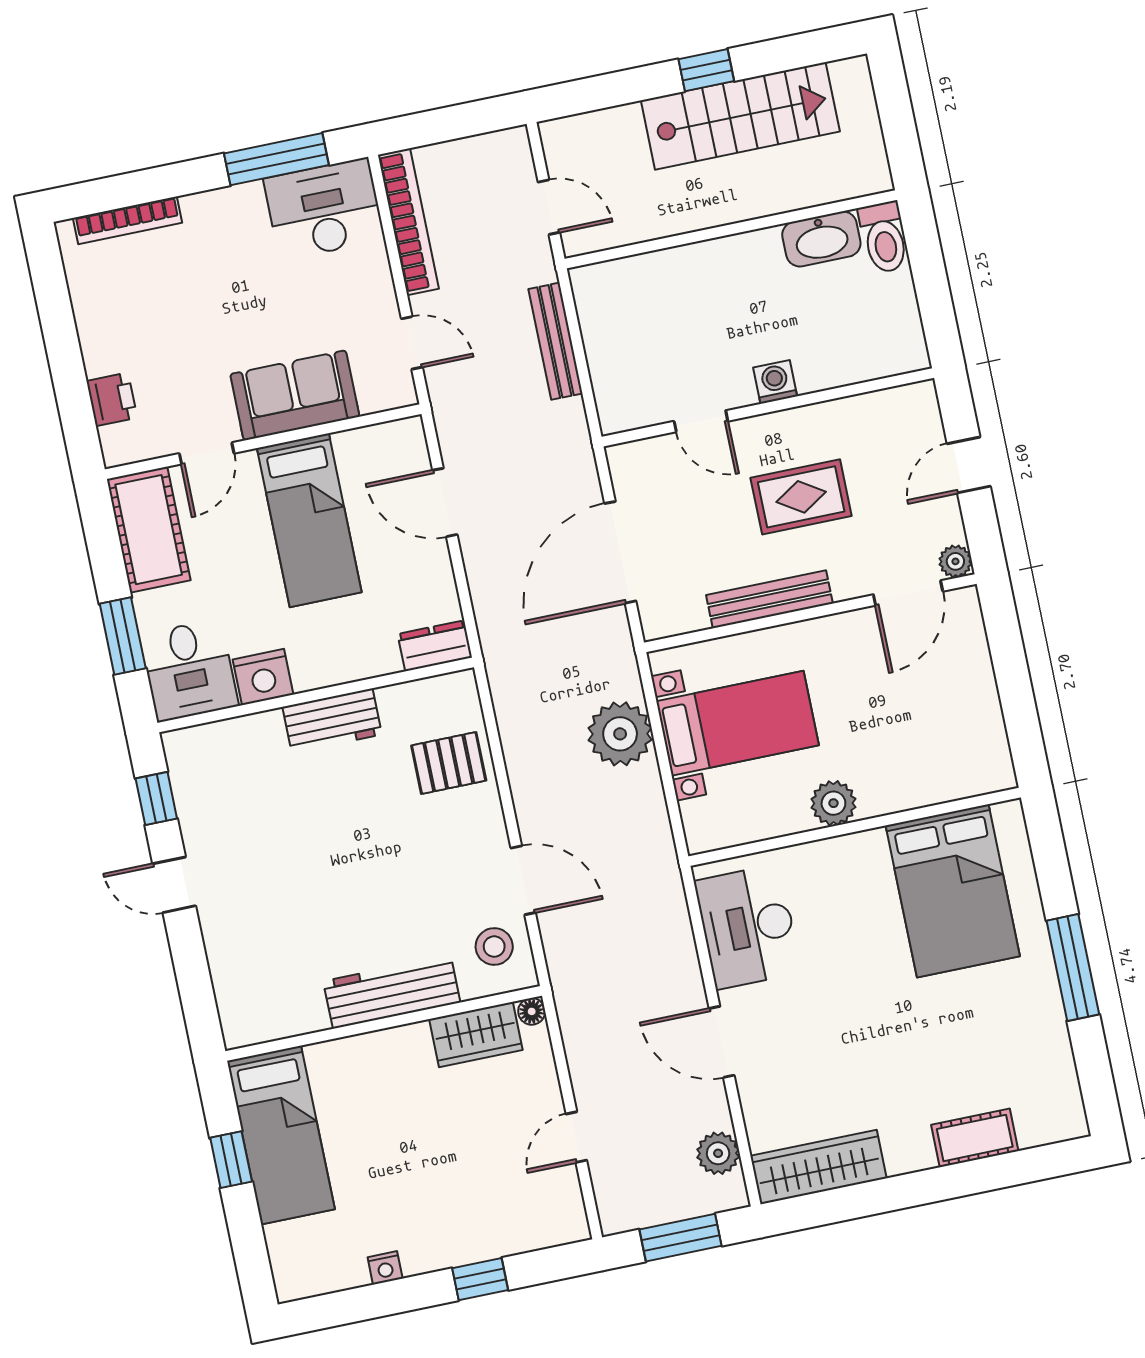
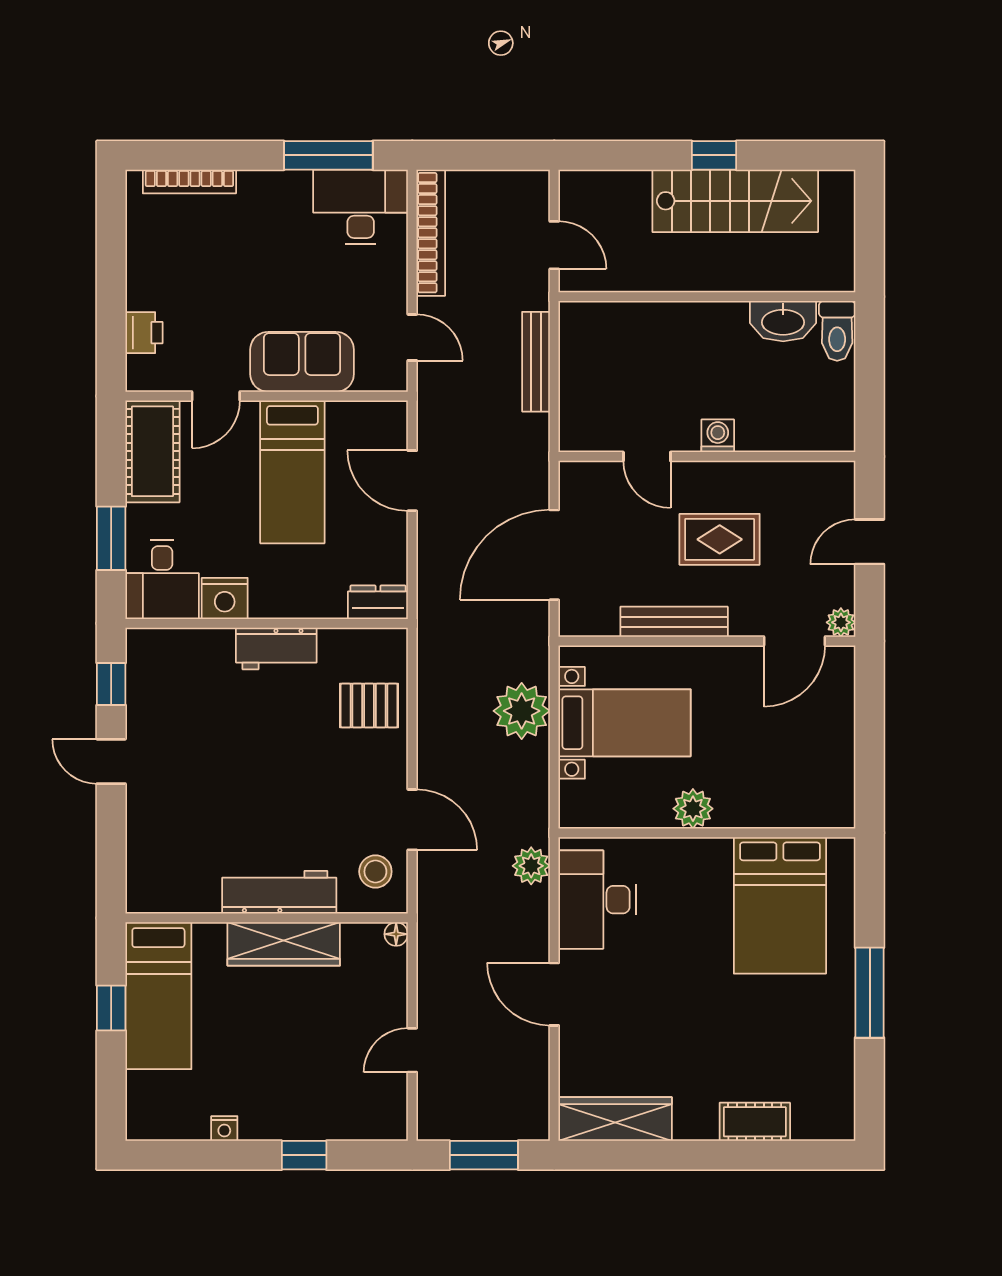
wardrobe: (476, 1035) -> (284, 944), moved, width x1.50
plant: (718, 1153) -> (531, 866), moved

